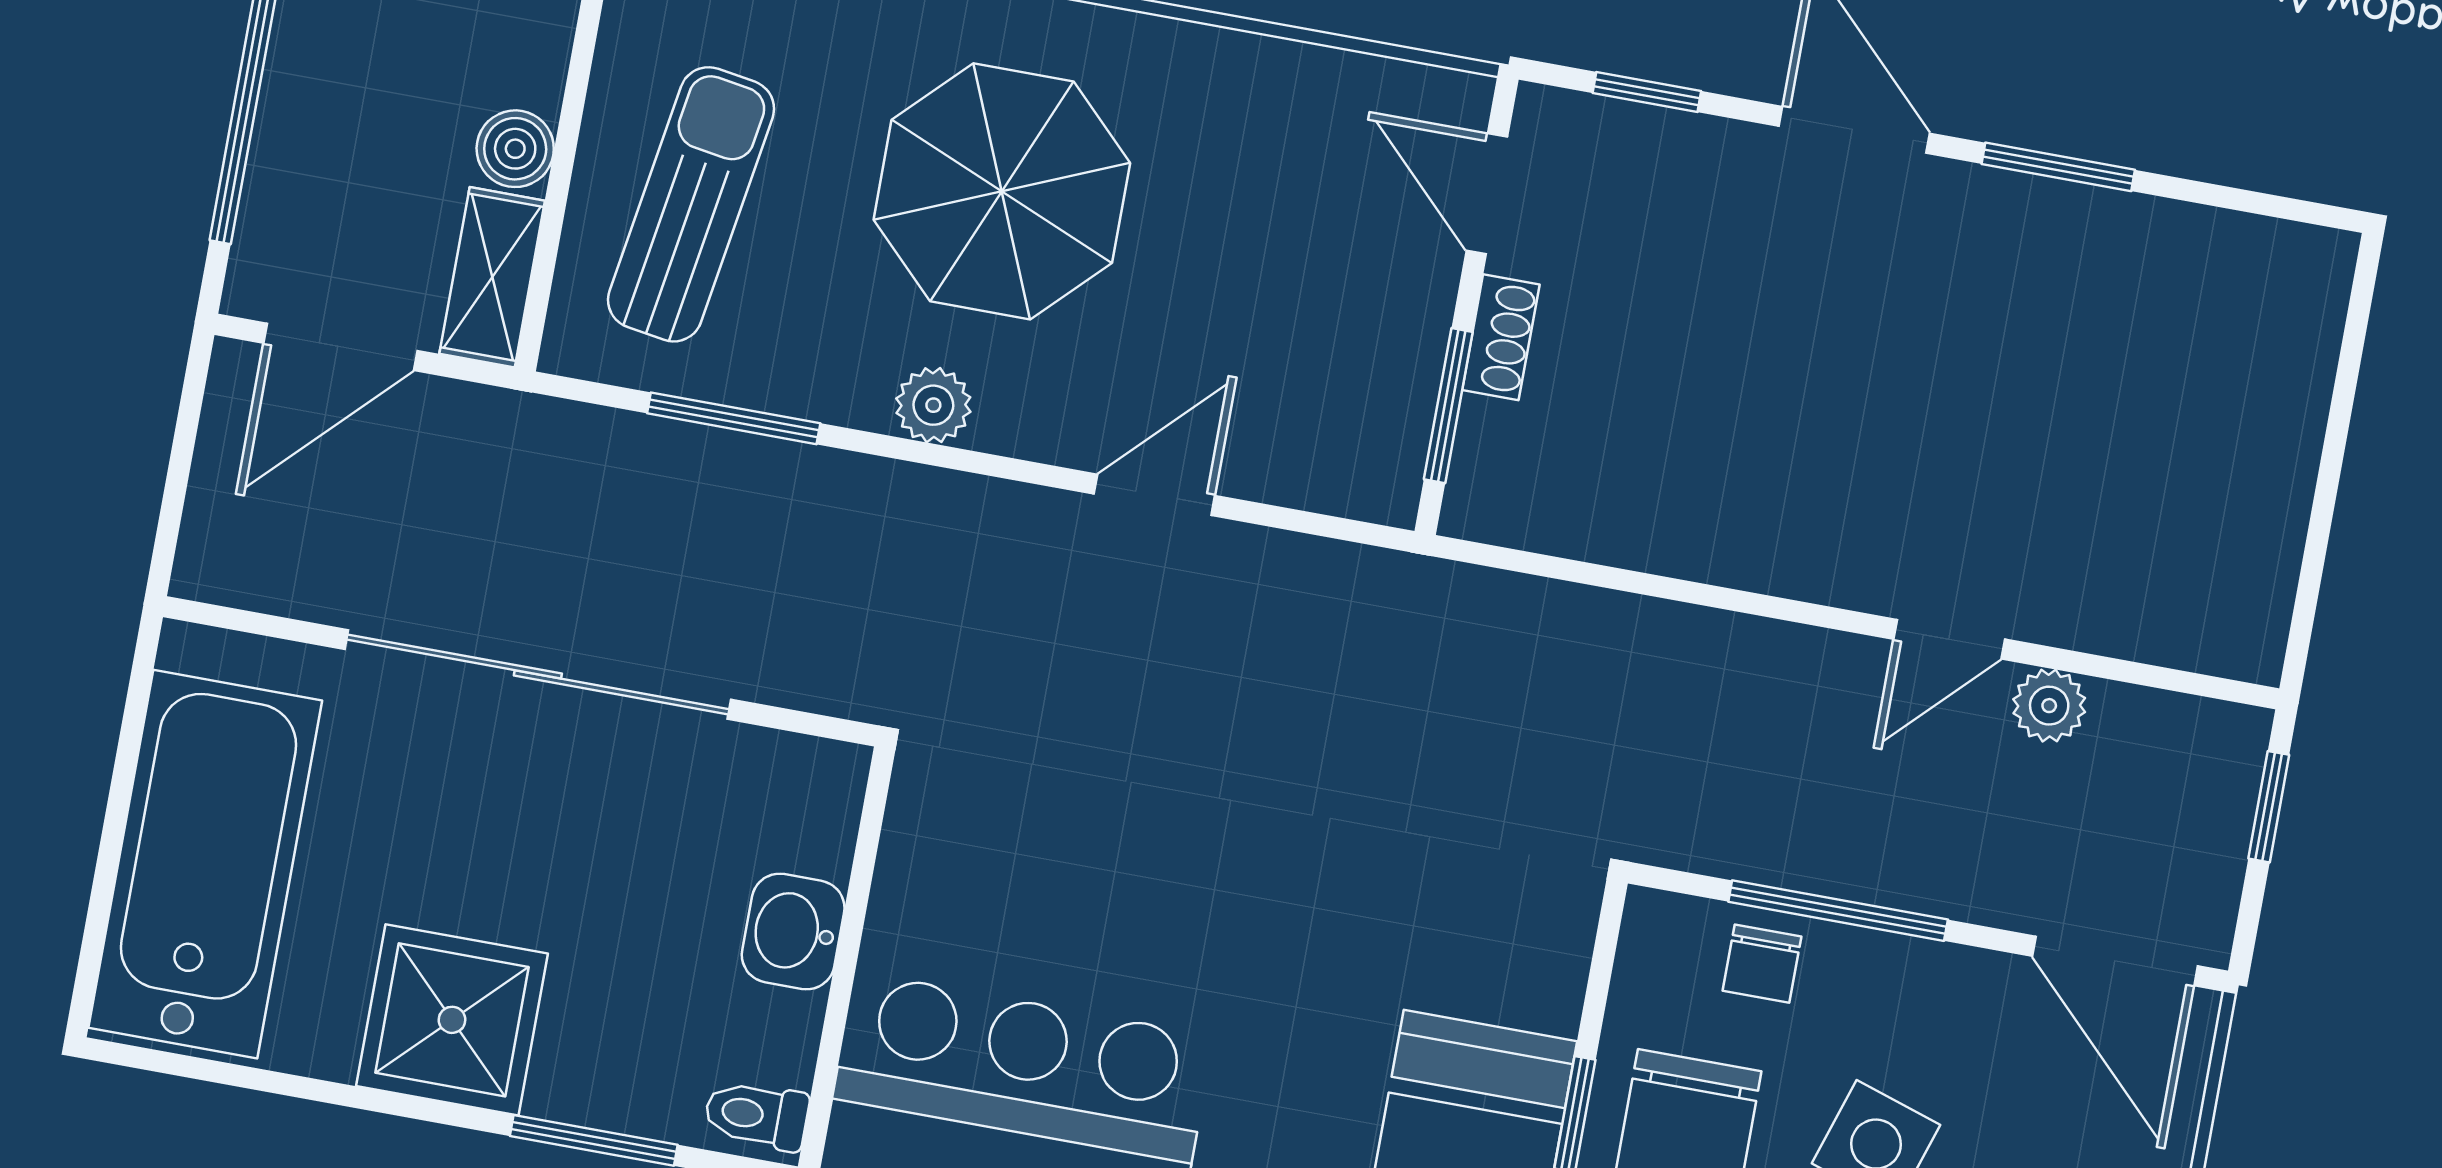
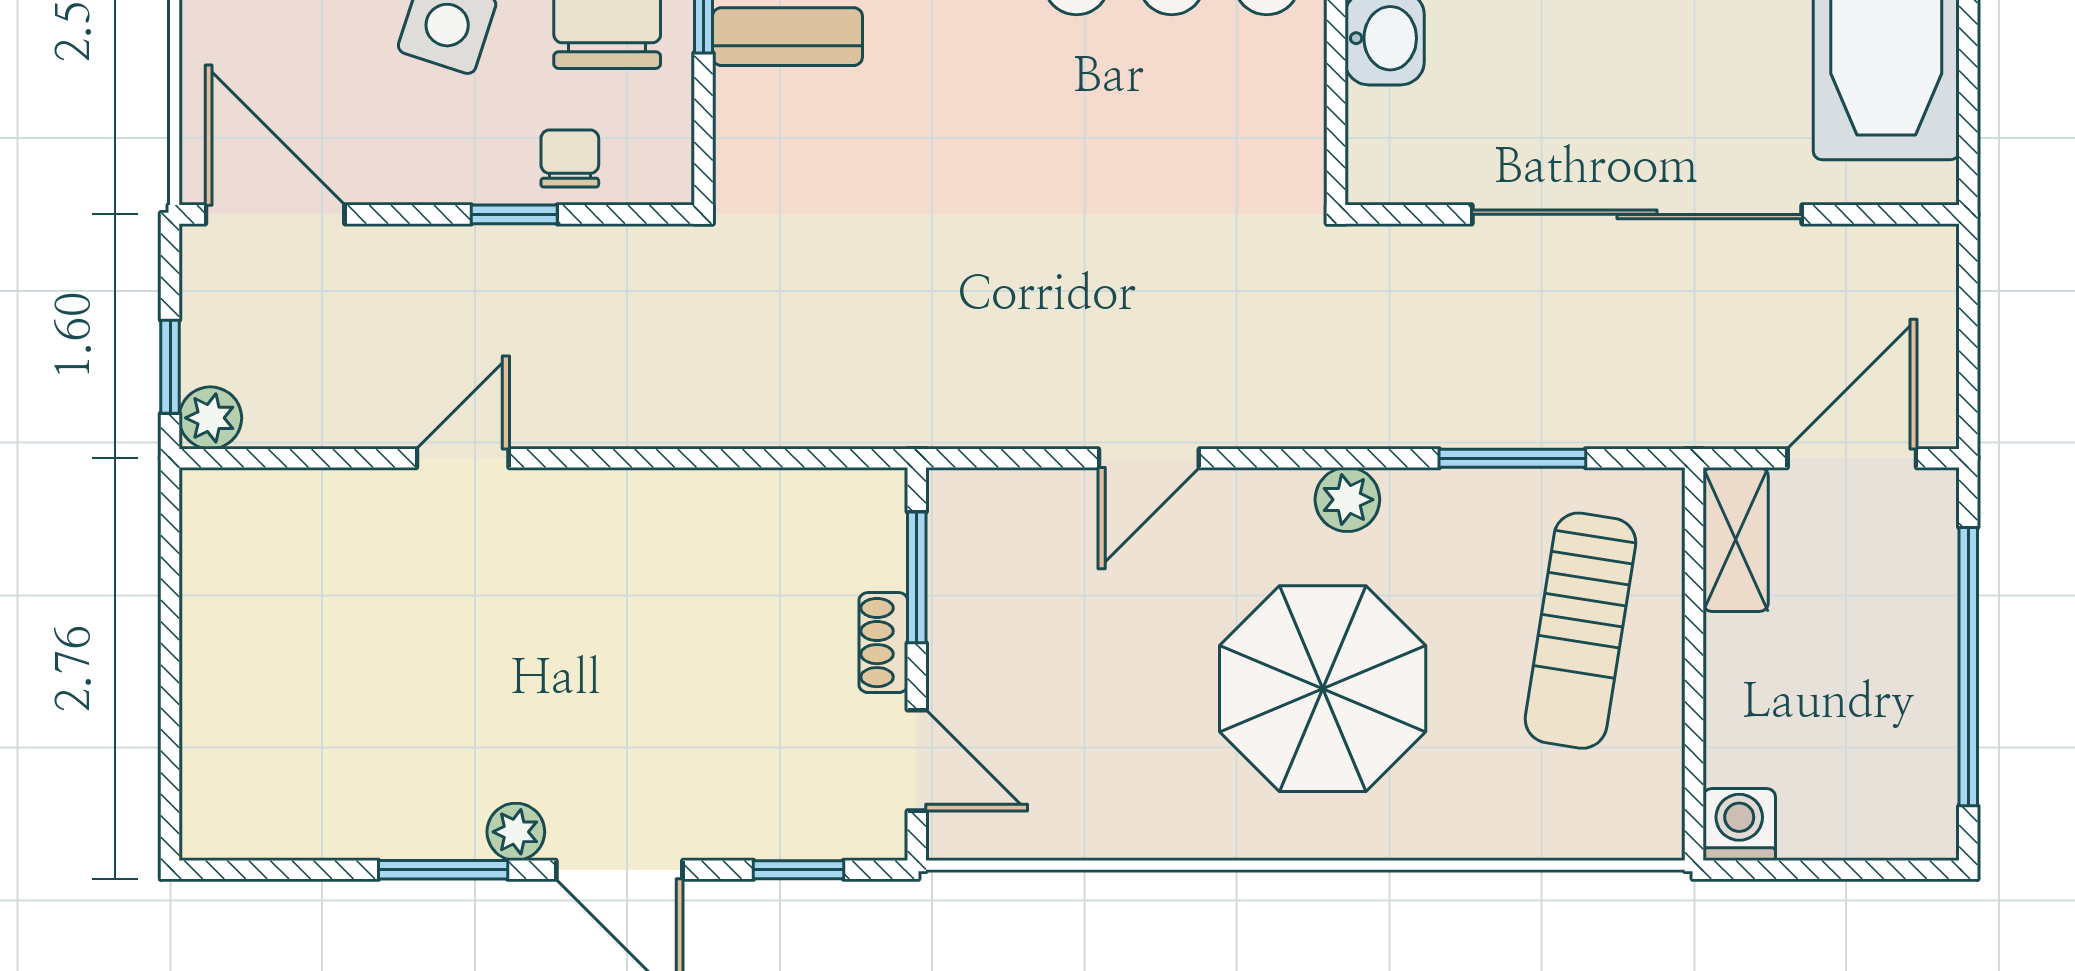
boiler: (515, 149) -> (1736, 650), removed
plant: (1966, 195) -> (516, 832), added
plant: (2049, 706) -> (210, 418), moved
window: (1838, 911) -> (514, 214), width x0.46

